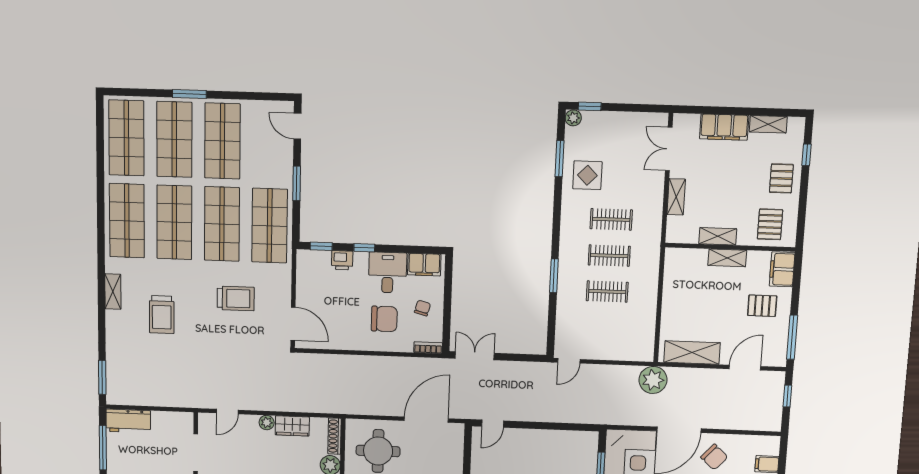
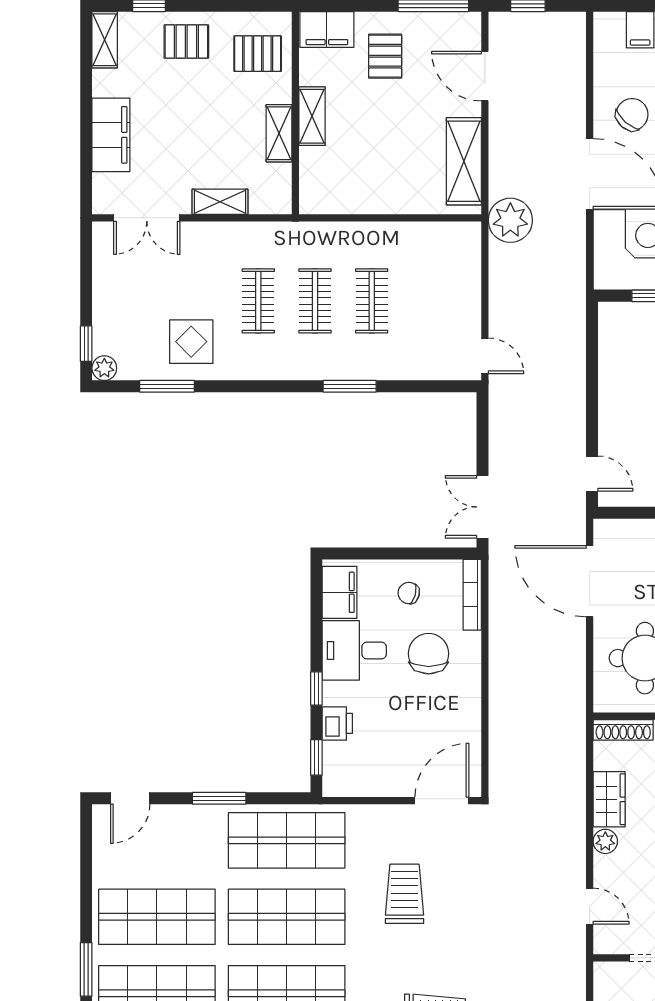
shelving: (768, 124) -> (105, 40), moved
bookcase: (428, 348) -> (472, 595), width x1.56

